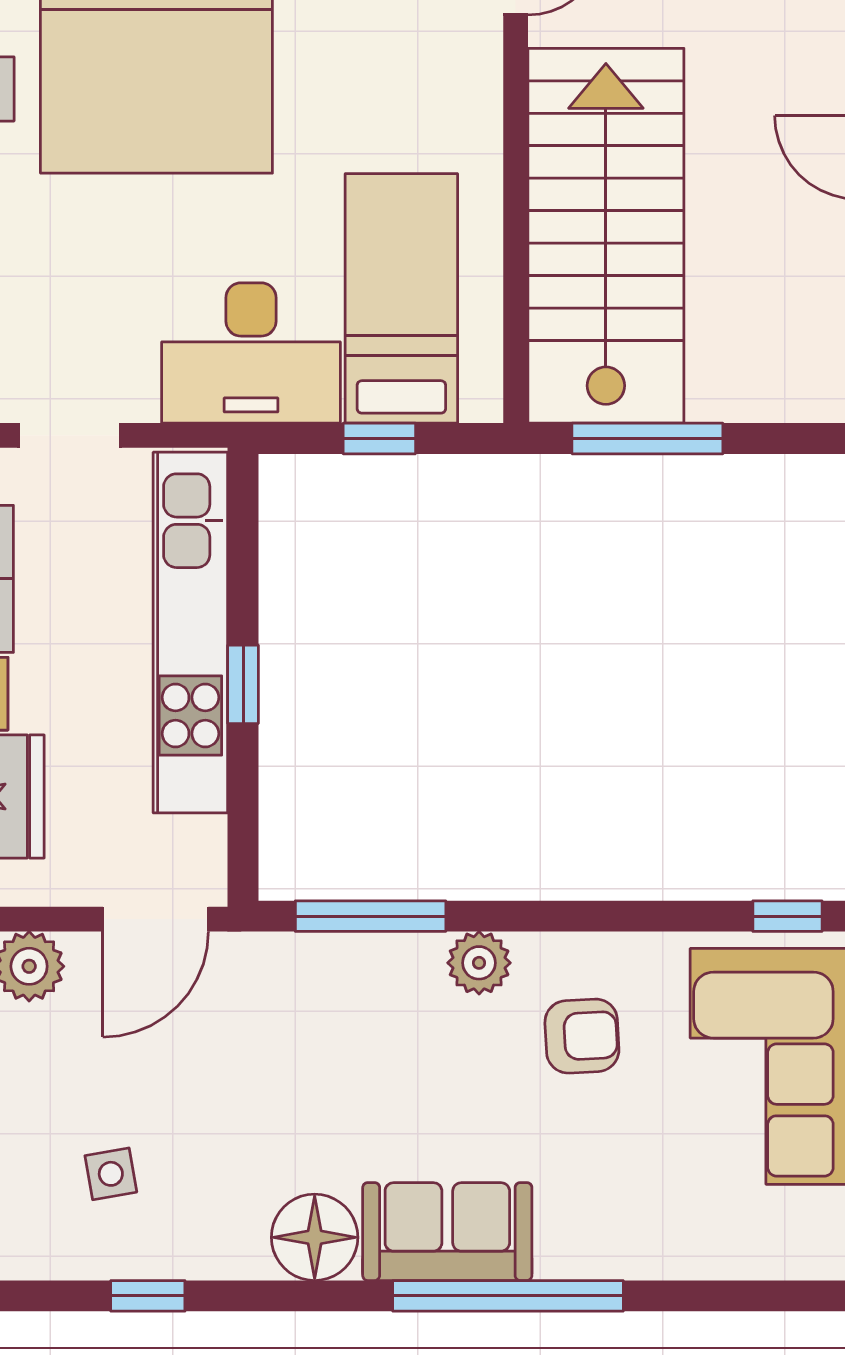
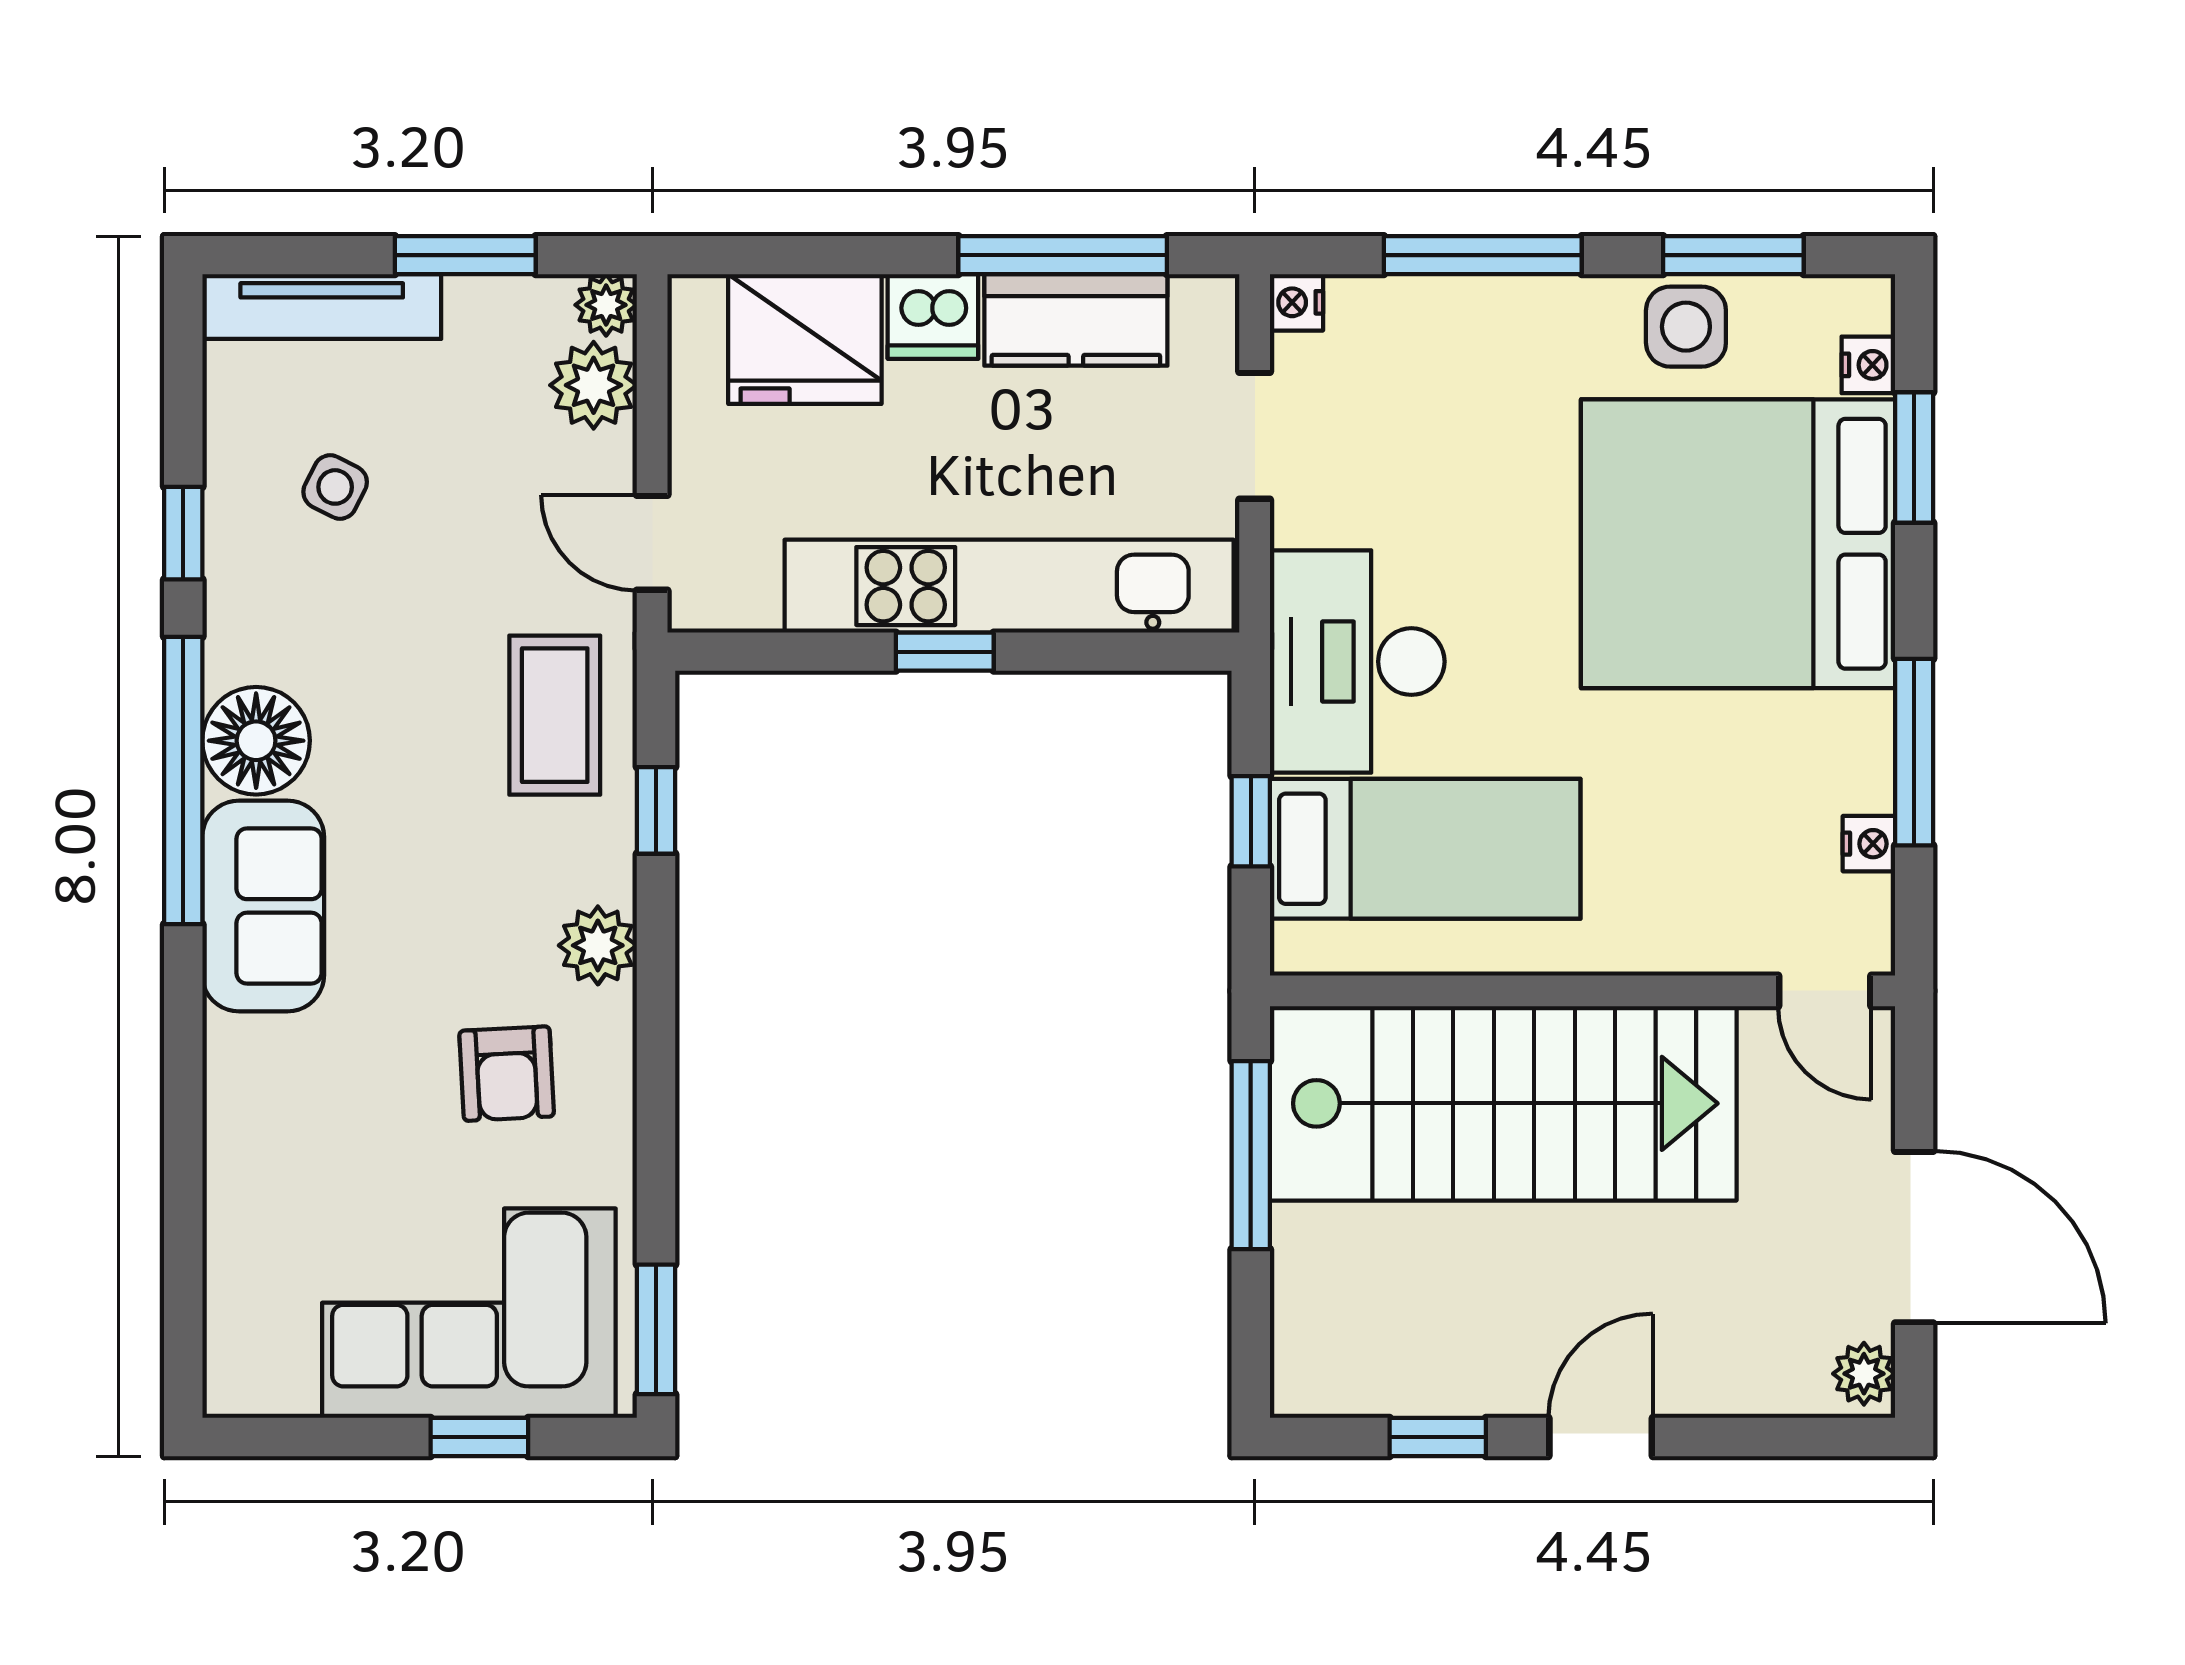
window: (371, 916) -> (656, 810), width x0.46
window: (787, 916) -> (656, 1329), width x1.50
door: (156, 919) -> (652, 543), width x0.73
coffee table: (294, 997) -> (555, 715), added
side table: (111, 1174) -> (335, 487), turned 37
window: (508, 1296) -> (183, 781), moved

